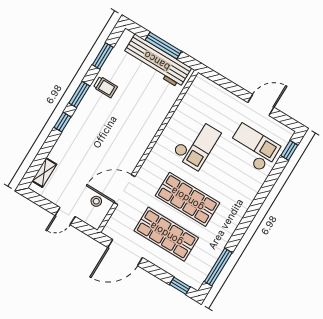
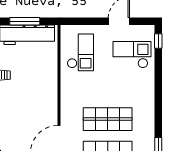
checkout: (196, 144) -> (80, 52), moved

